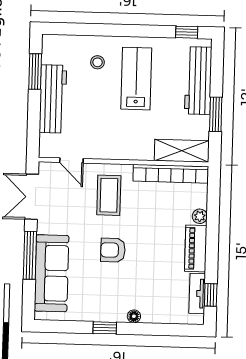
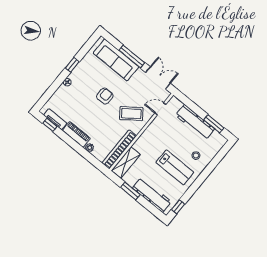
coffee table: (109, 195) -> (131, 114), turned -36

